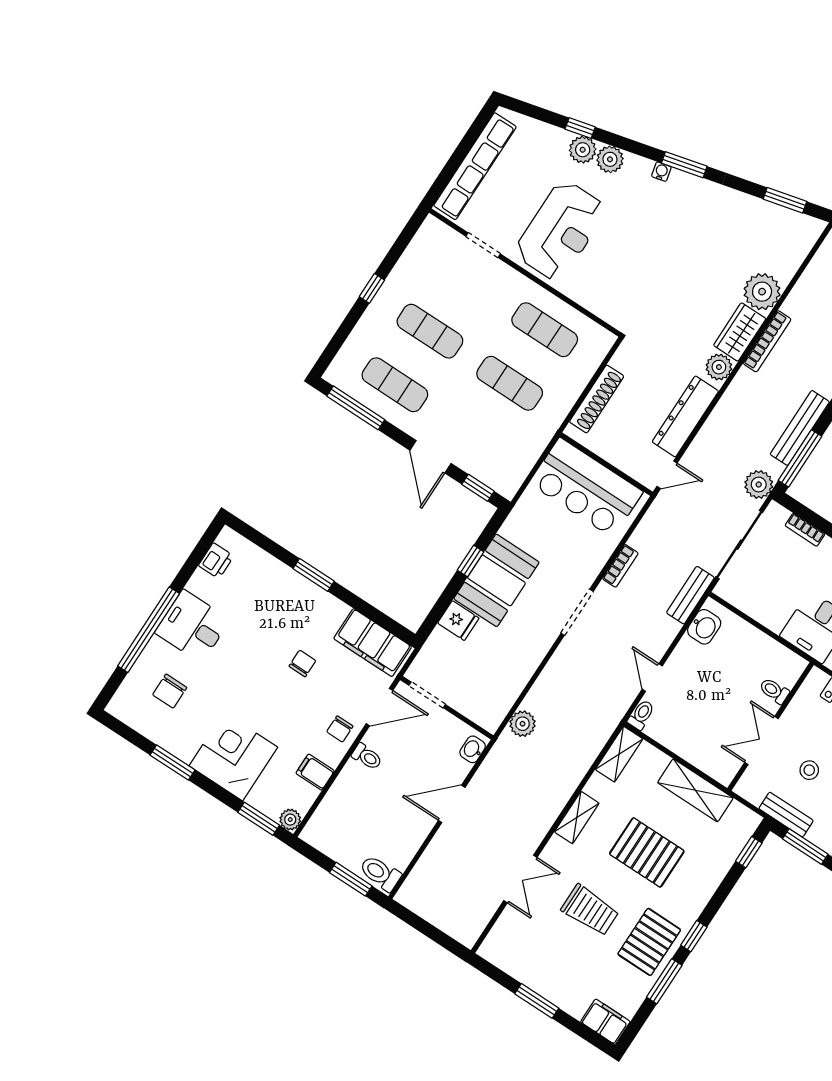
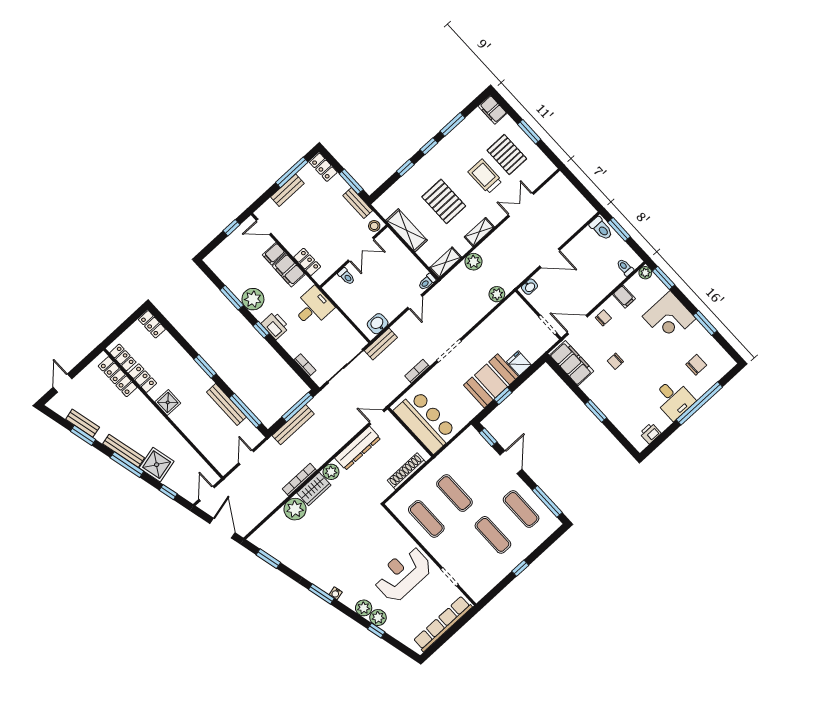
plant: (759, 484) -> (473, 262), moved
toilet: (367, 757) -> (625, 267), moved
stool: (809, 770) -> (374, 226), moved
window: (749, 852) -> (405, 168), moved
pallet: (649, 942) -> (507, 155), moved, turned 90

